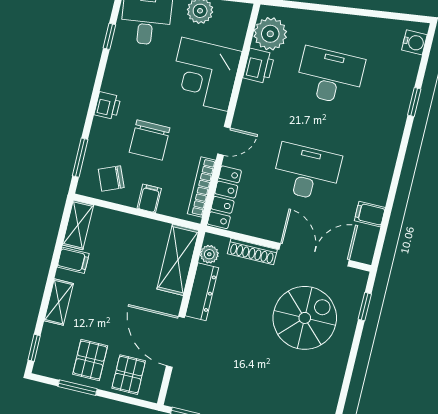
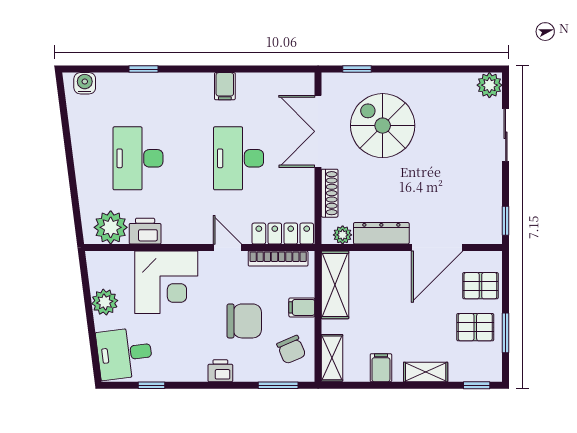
filing cabinet: (370, 214) -> (225, 86), moved
shelving: (78, 225) -> (332, 358), moved, turned 90
shelving: (178, 260) -> (335, 285), moved, turned 90

